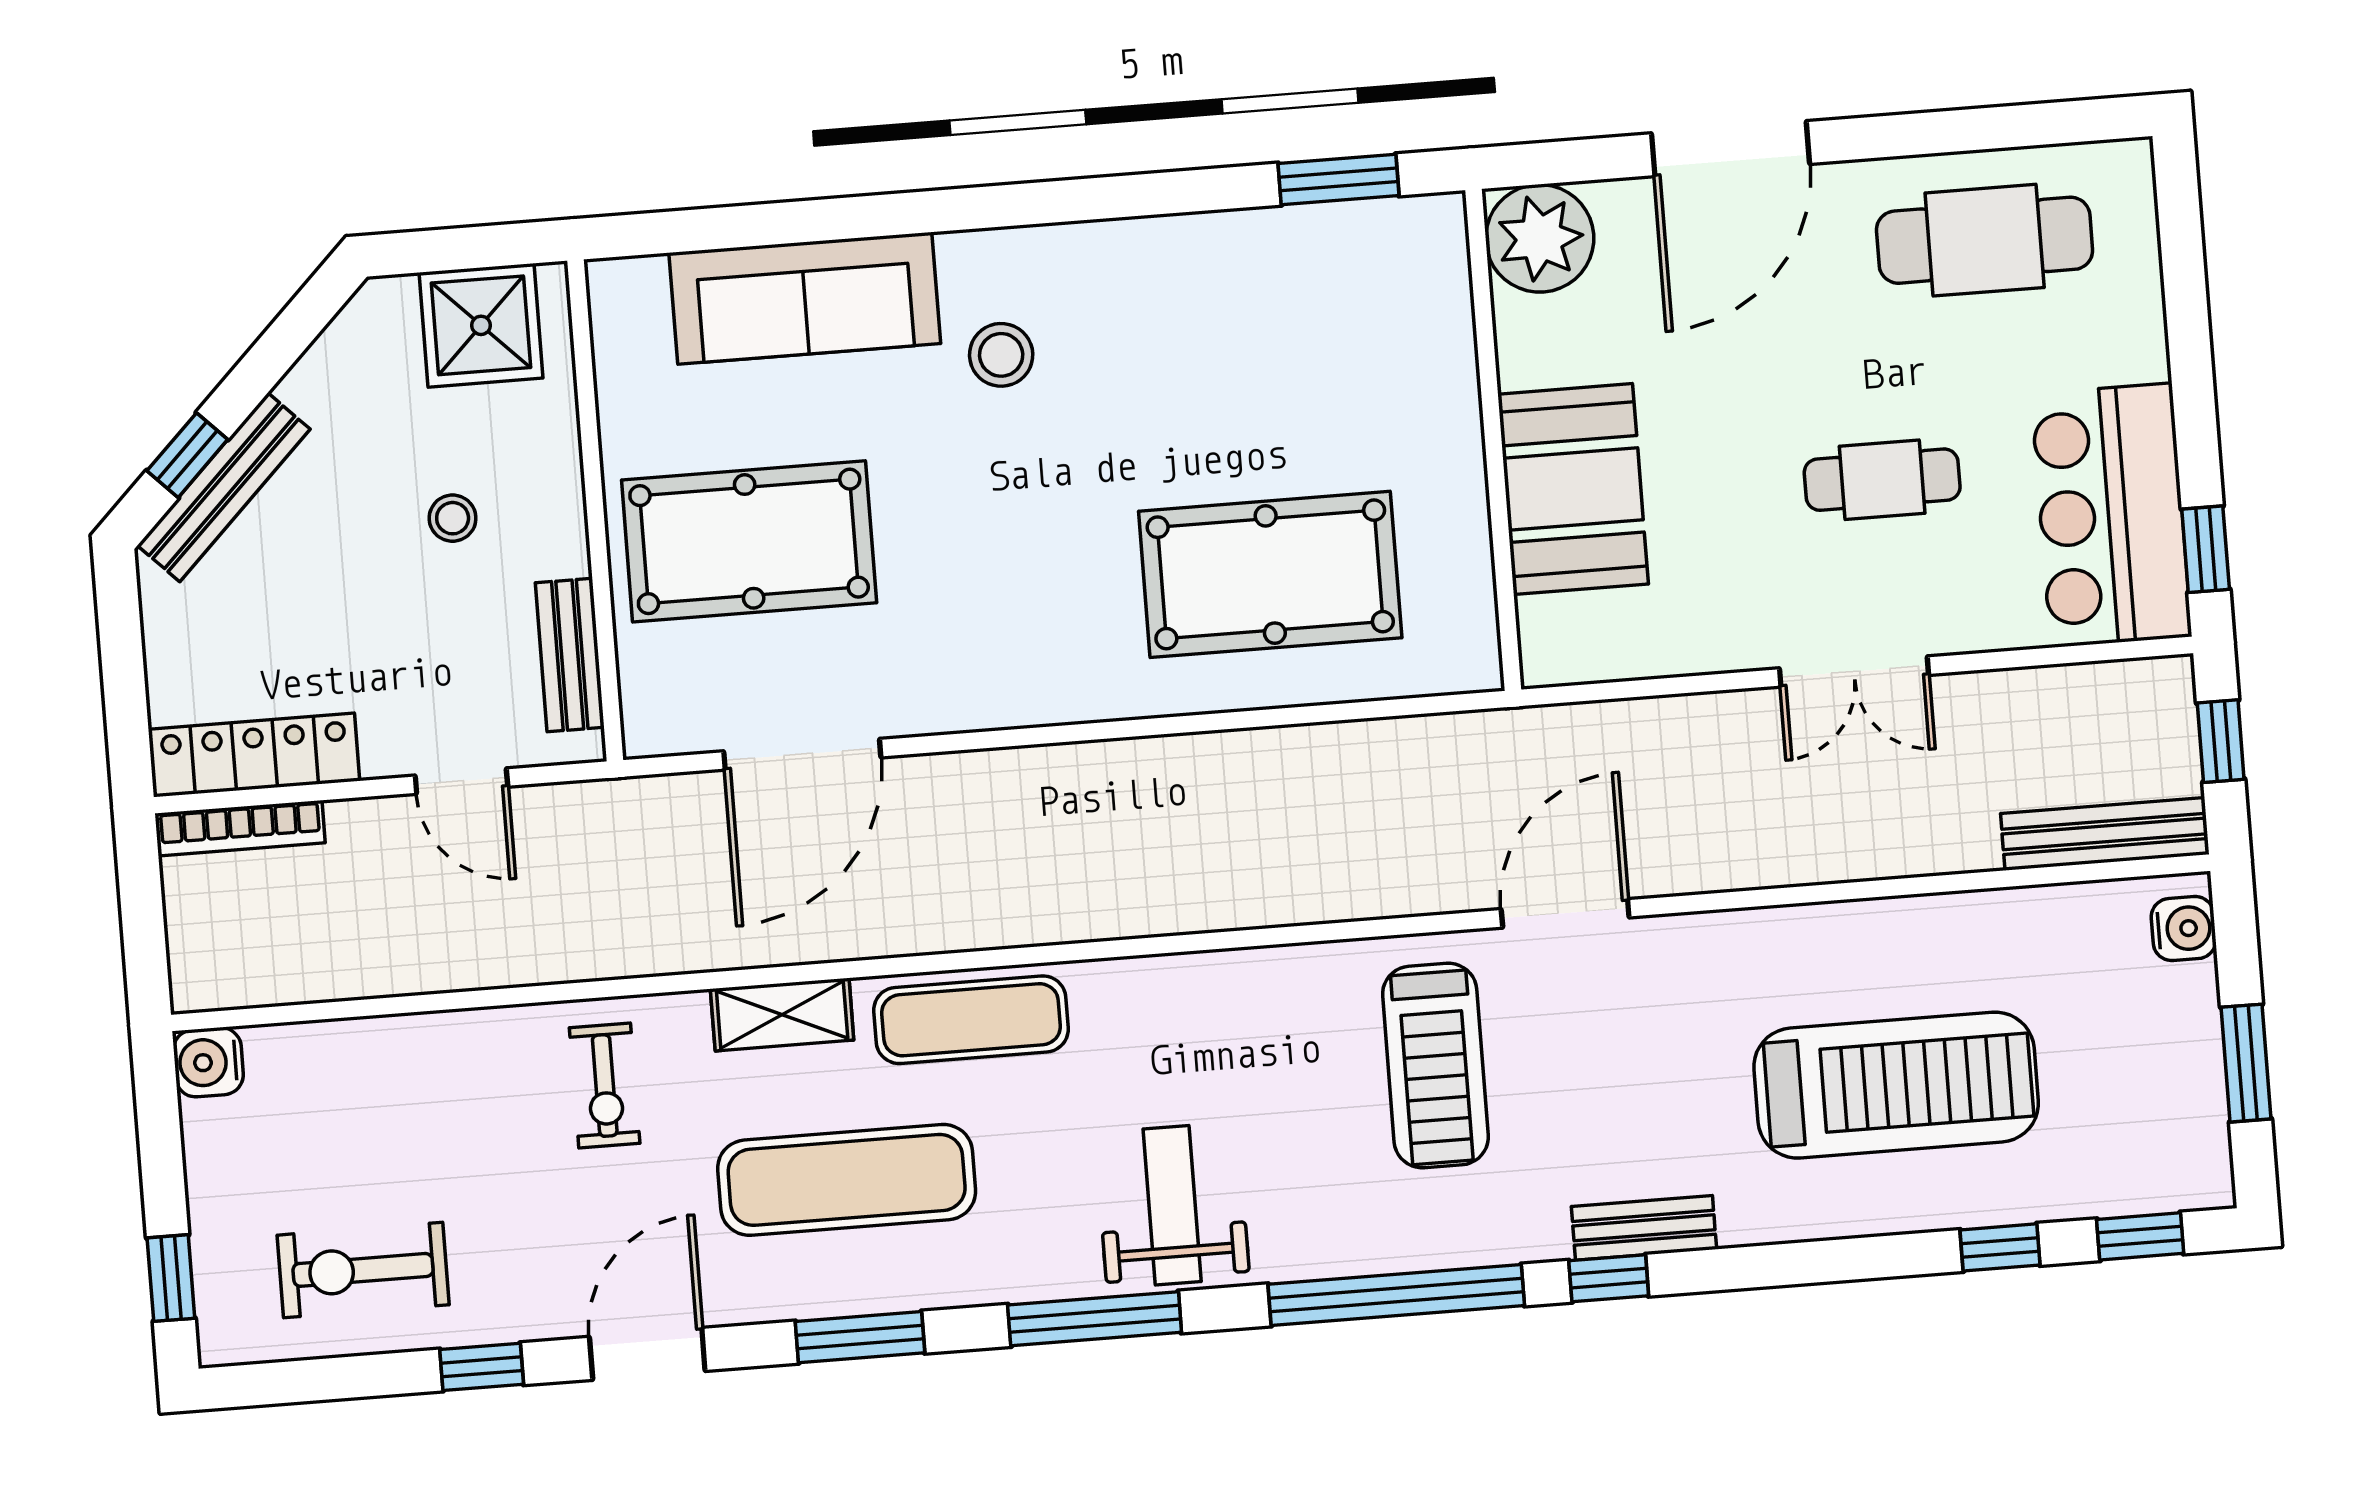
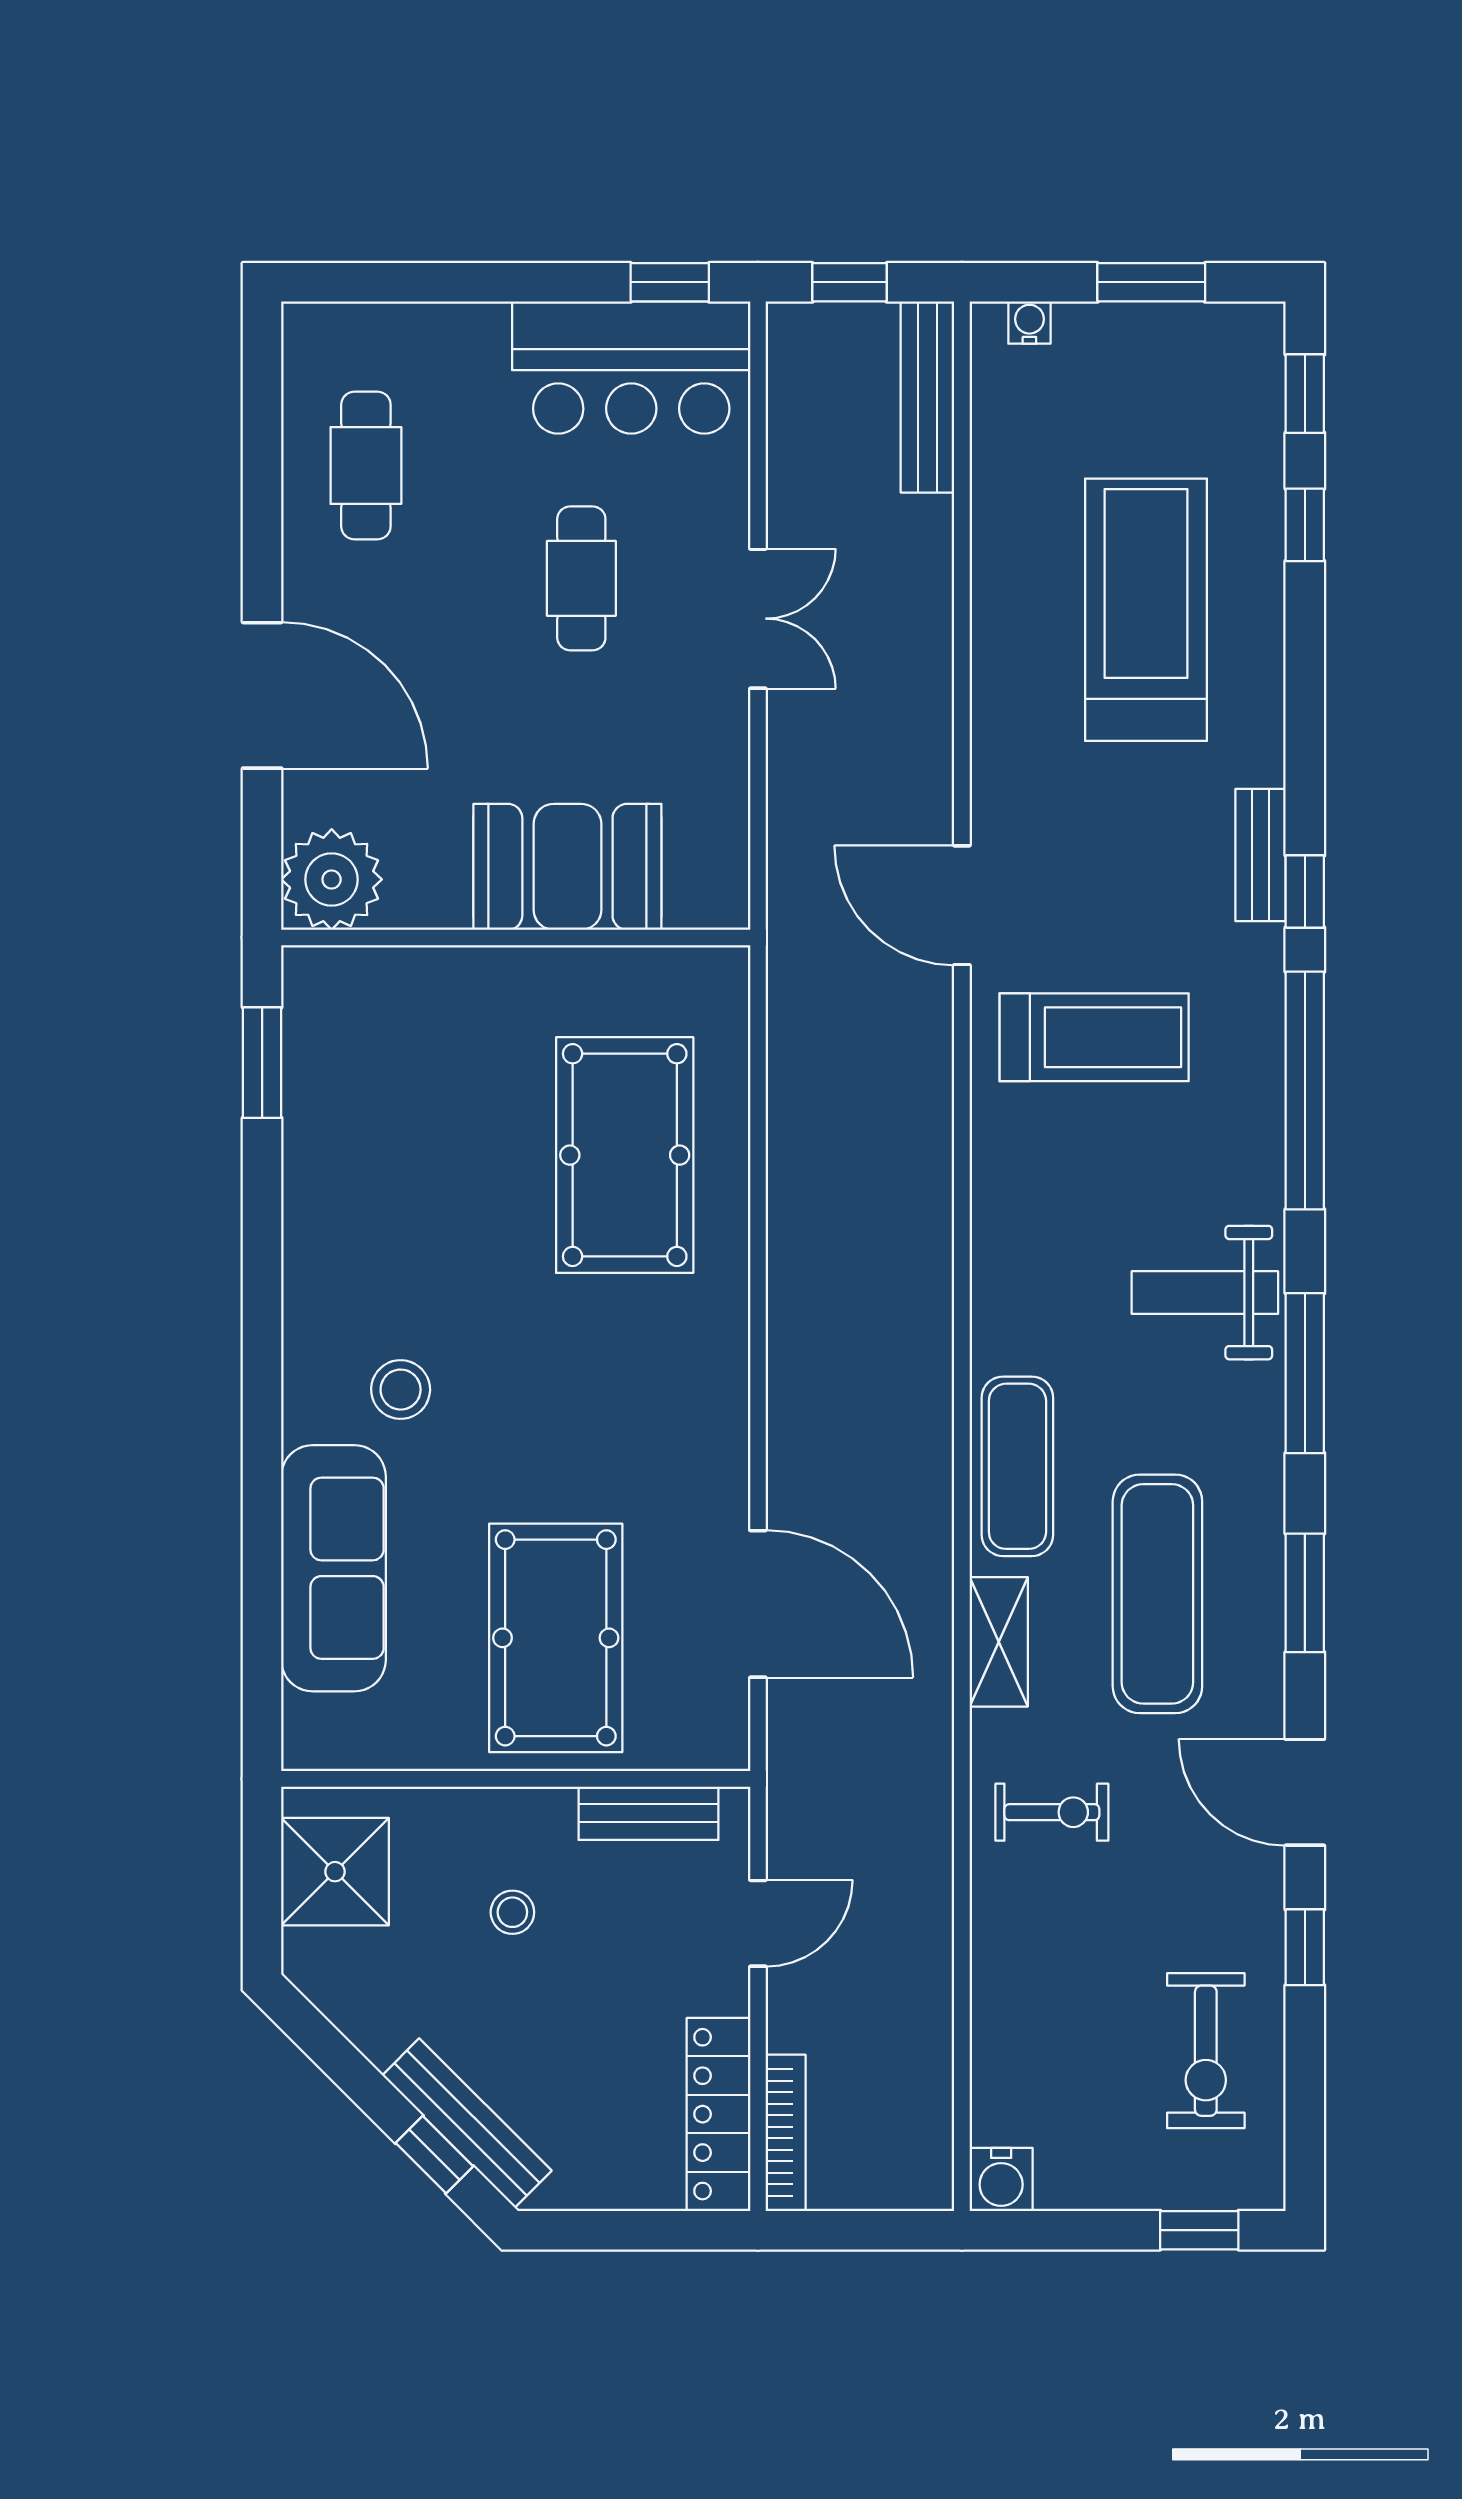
cafe table: (1985, 240) -> (366, 465), width x0.73, depth x0.74
water cooler: (2184, 929) -> (1029, 323), width x0.72, depth x0.72

